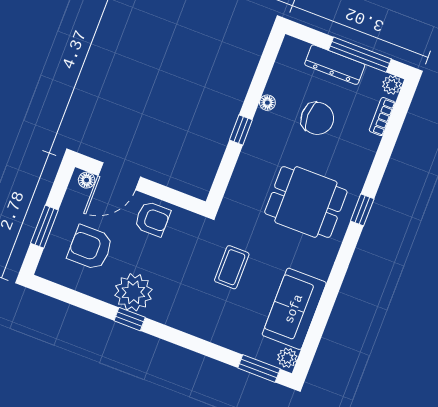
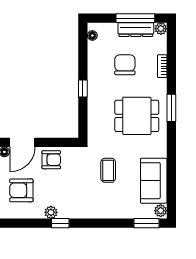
dresser: (335, 65) -> (136, 30), moved
floor lamp: (267, 103) -> (92, 36), moved
bookcase: (382, 117) -> (162, 66), moved
chair: (317, 118) -> (125, 65), turned -90
window: (362, 210) -> (171, 108), width x1.50
plant: (133, 292) -> (51, 212), width x0.53, depth x0.53

